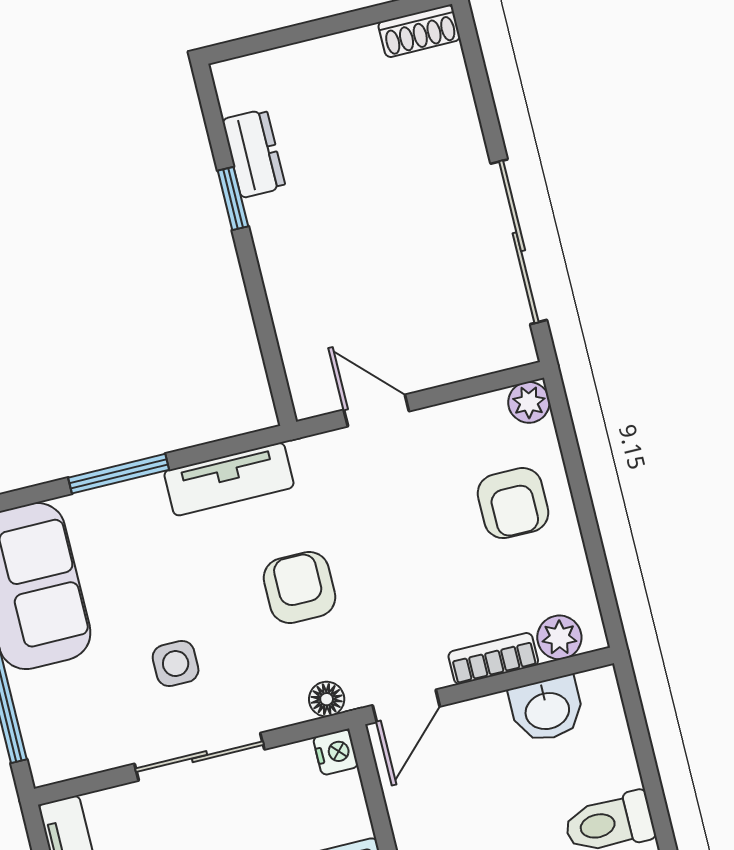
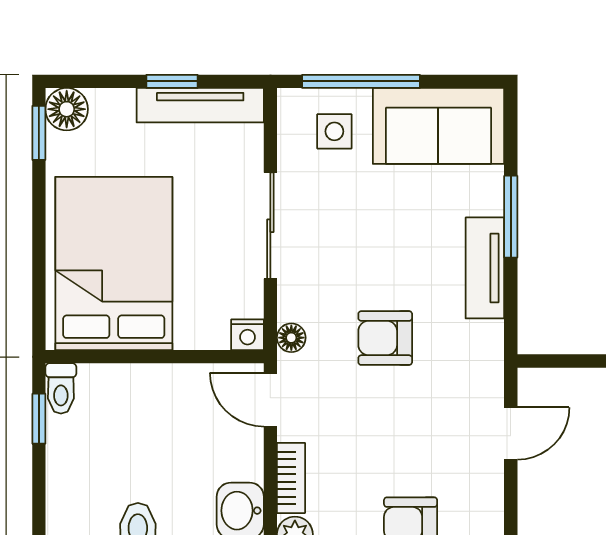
tv unit: (229, 479) -> (485, 268), moved
armchair: (300, 587) -> (385, 338), turned 180
side table: (176, 664) -> (334, 131), moved

